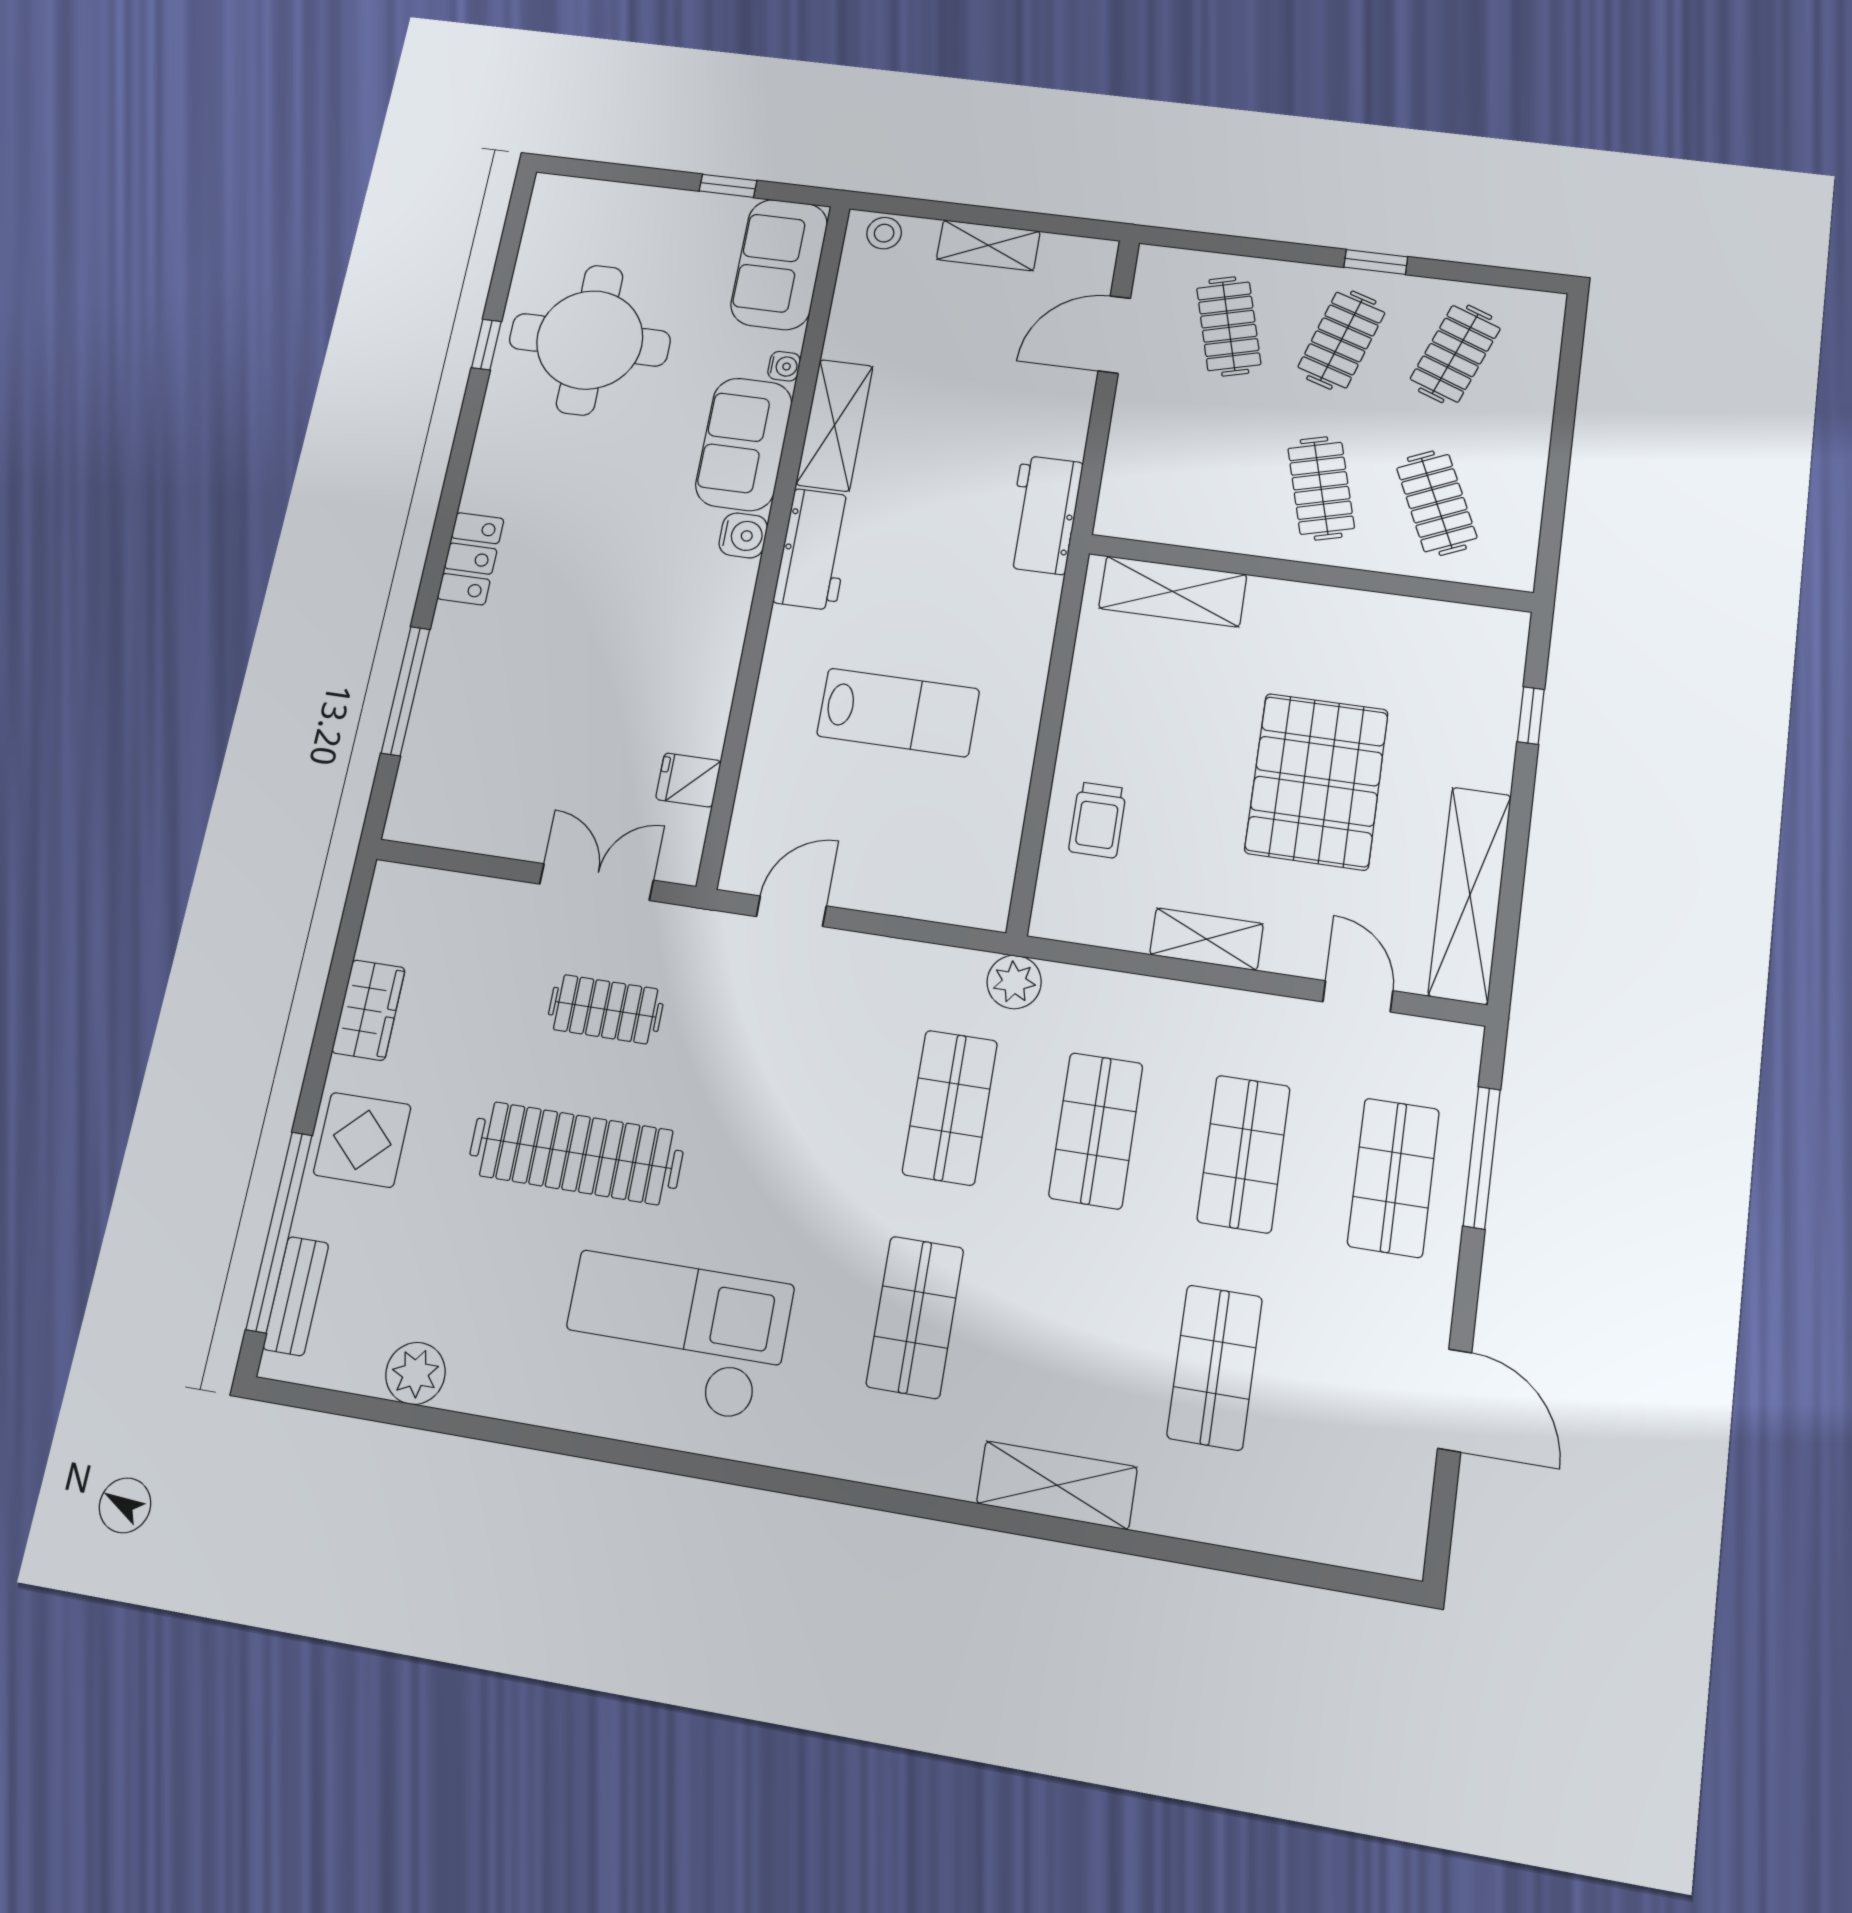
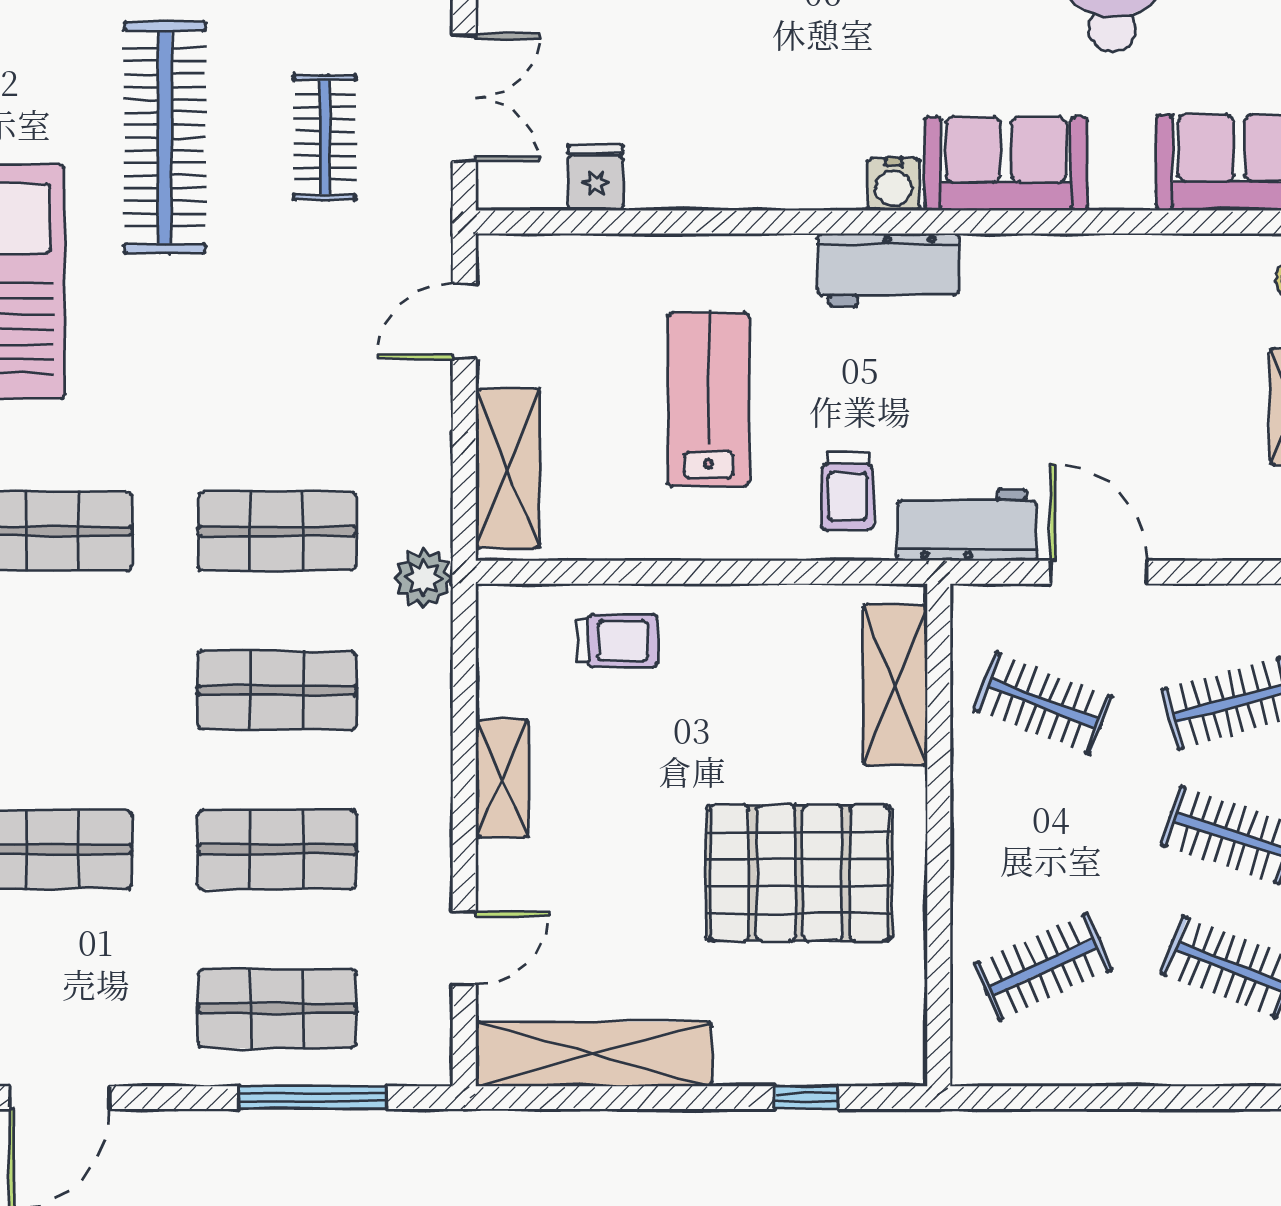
door: (1114, 335) -> (1099, 572), moved
water cooler: (784, 366) -> (1110, 193), removed
shelving: (835, 425) -> (508, 468), moved, turned 90
clothes rail: (1321, 488) -> (1043, 703), moved, turned 36
trolley: (998, 608) -> (847, 491), added
lab bench: (898, 712) -> (708, 399), turned 180
pallet: (1317, 781) -> (799, 873), moved
trolley: (1098, 820) -> (617, 641), turned 180
door: (791, 911) -> (464, 321), swing flipped

